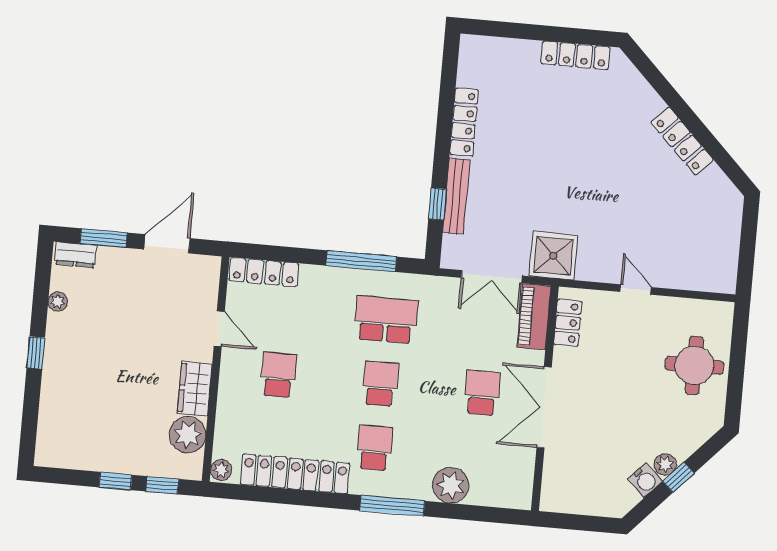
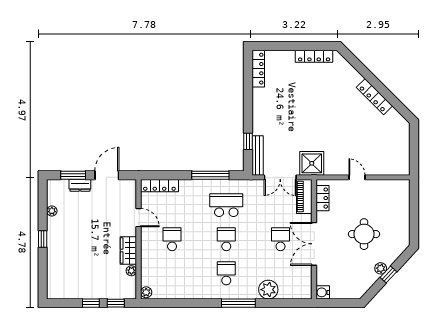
locker: (464, 122) -> (258, 69), moved
bench: (456, 196) -> (258, 155), moved
dresser: (76, 255) -> (80, 185), moved
round table: (694, 366) -> (364, 234), moved
plant: (188, 435) -> (131, 271), width x0.53, depth x0.53
locker: (295, 474) -> (185, 291), removed
water cooler: (645, 480) -> (323, 292), moved, turned 137

